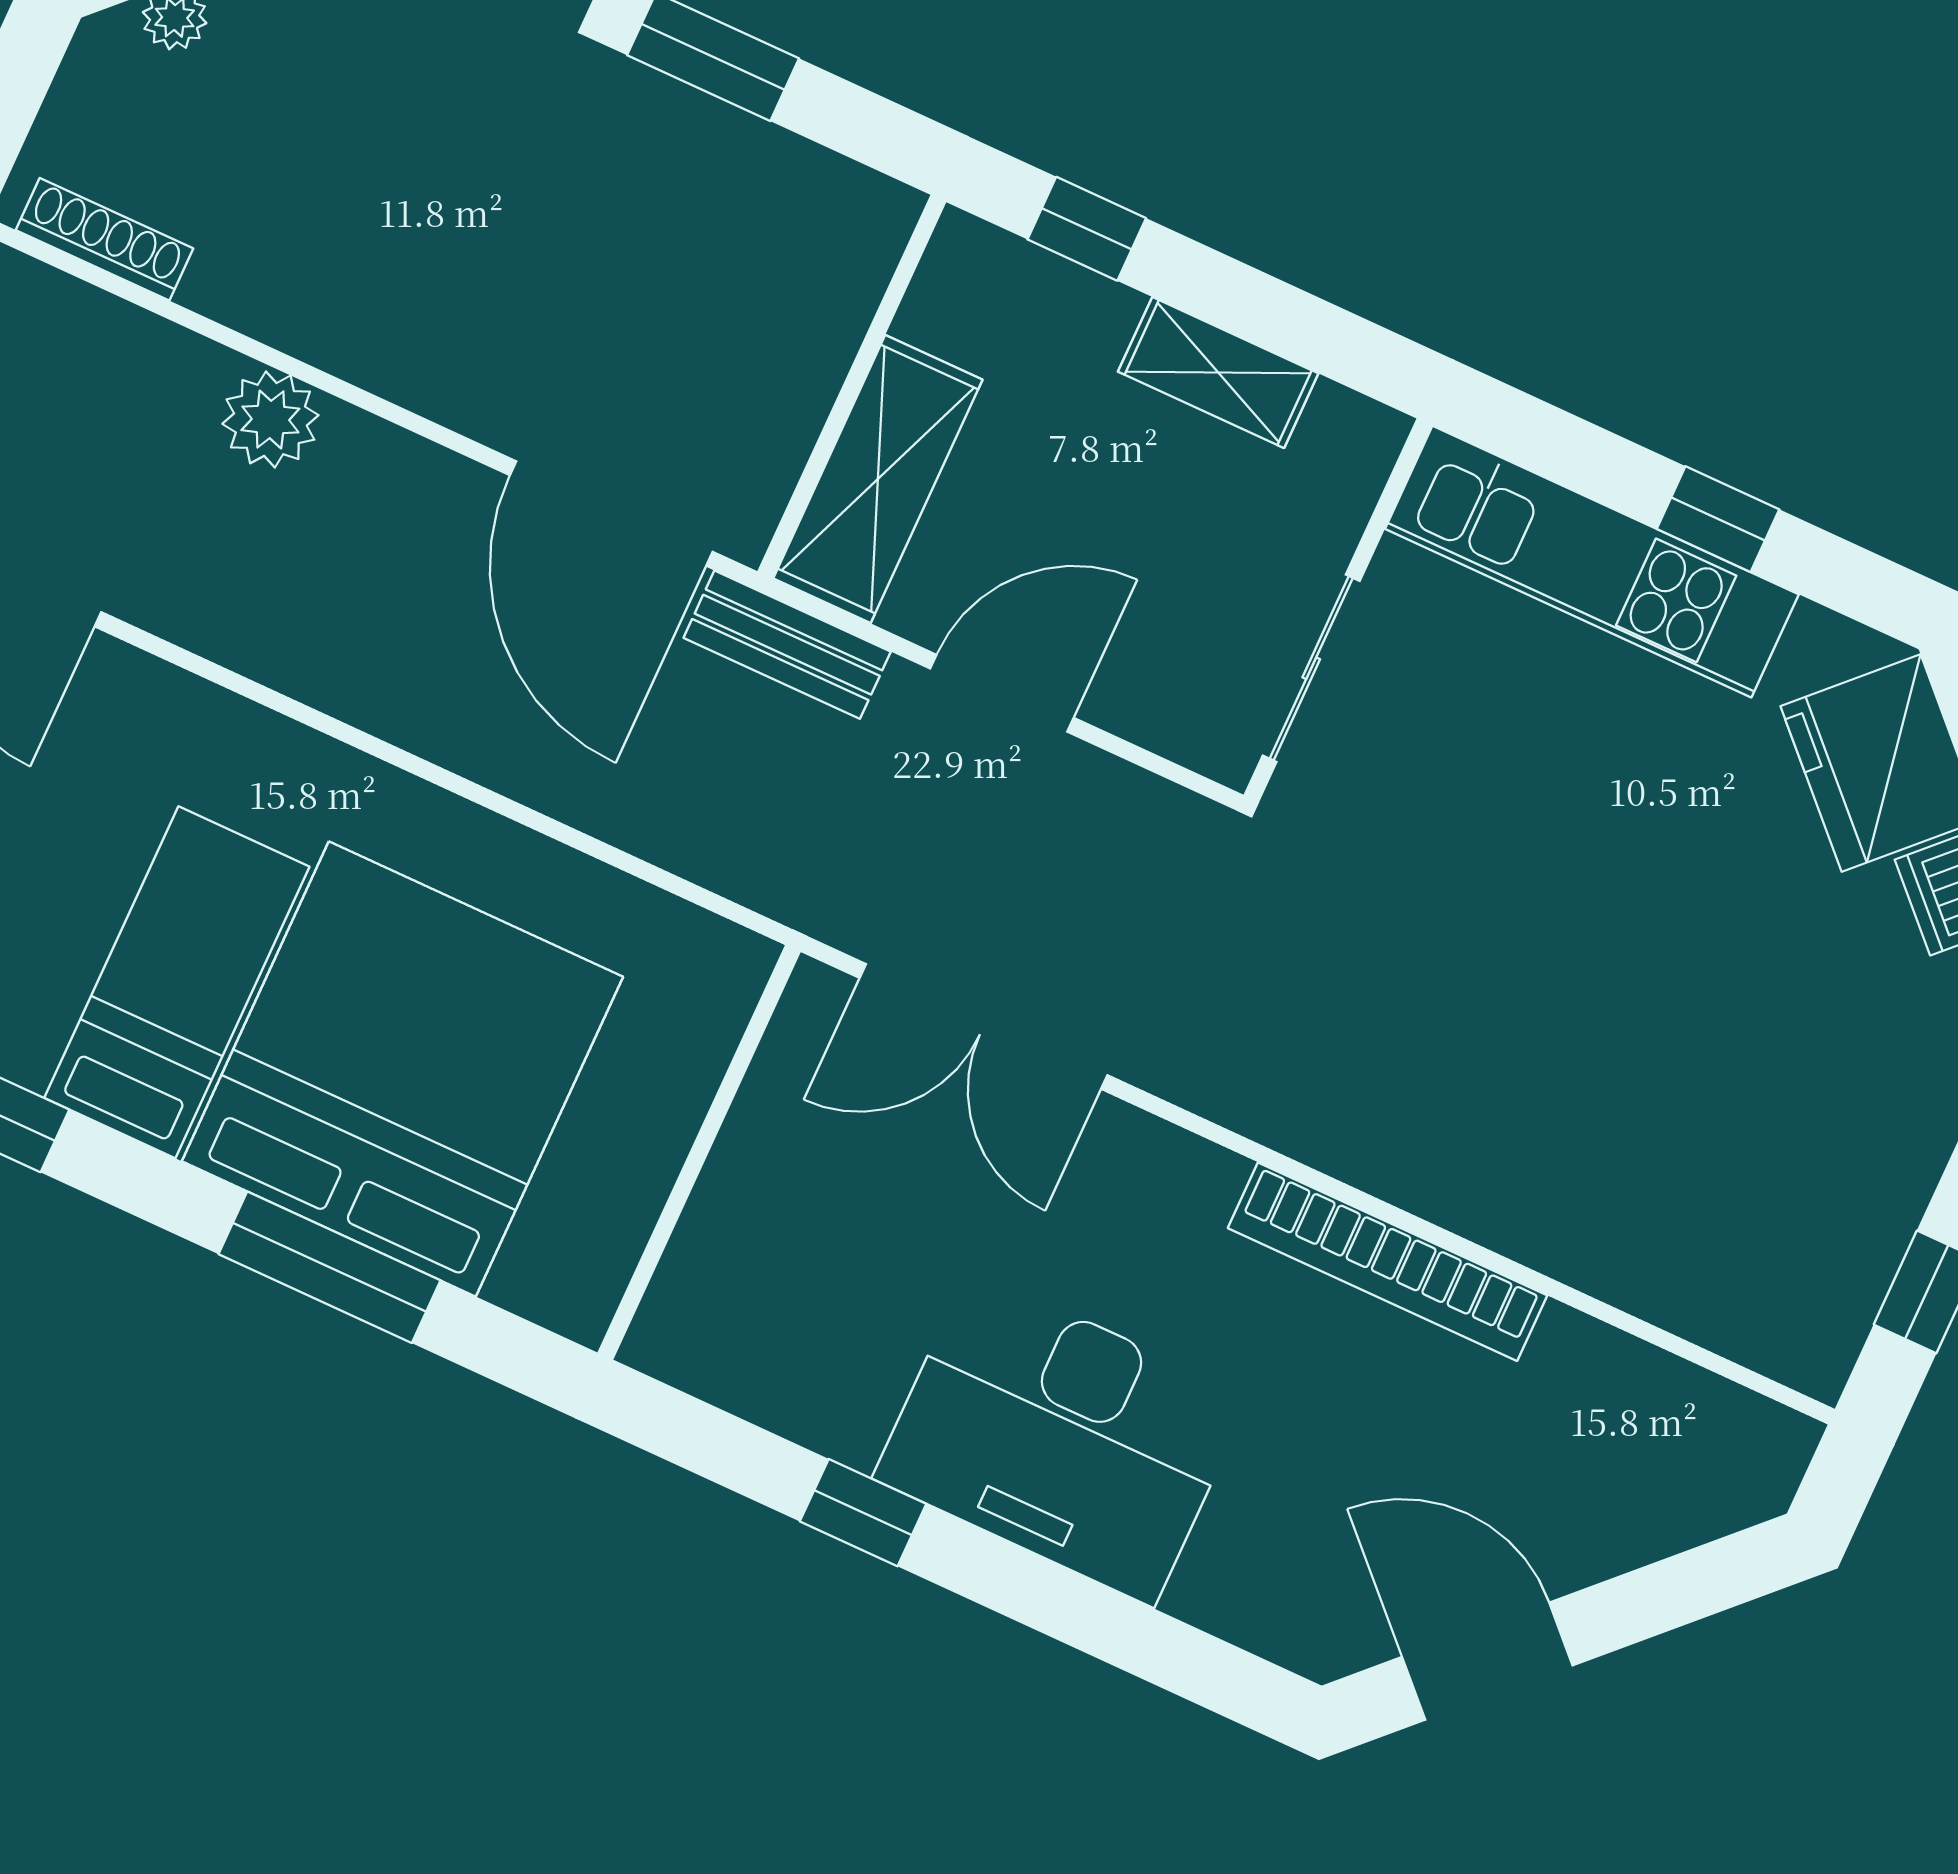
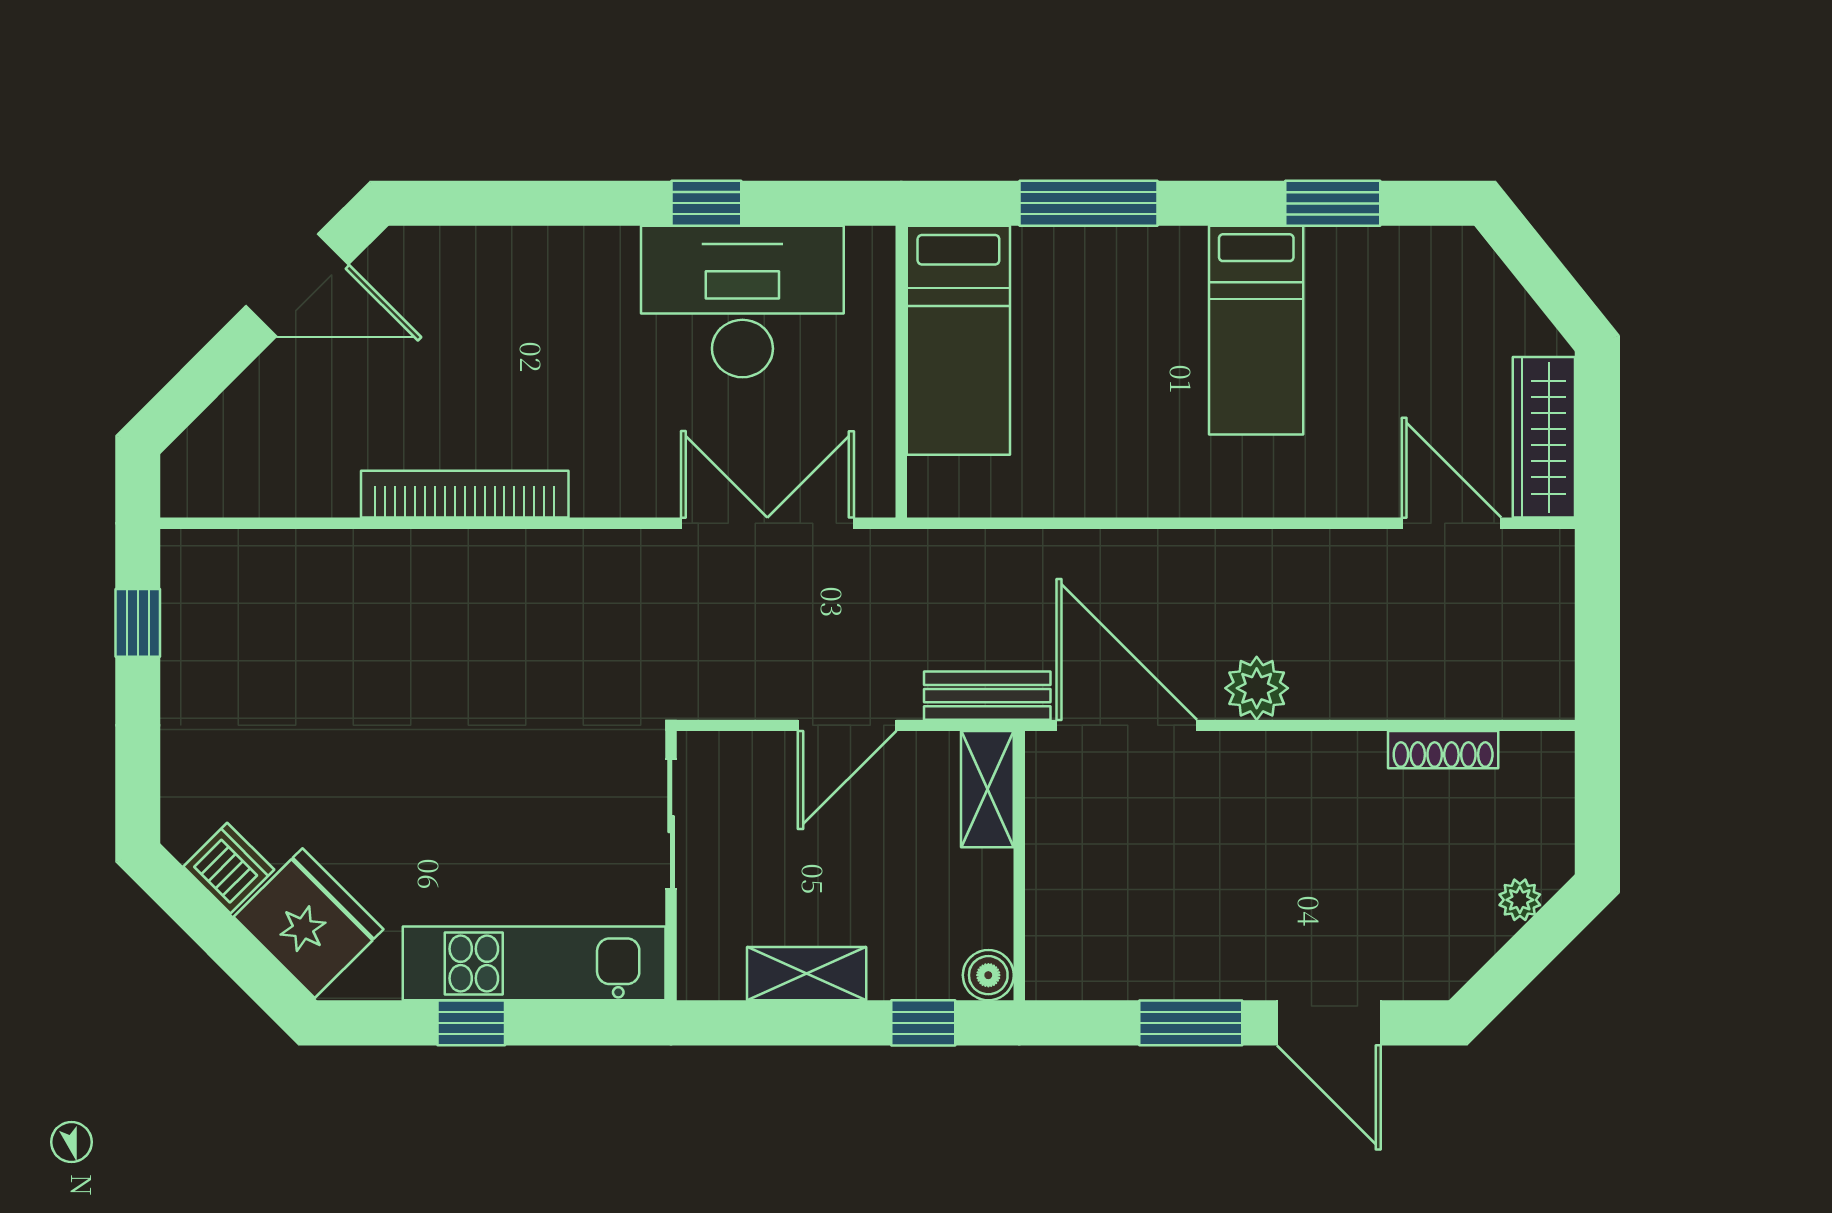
shoe rack: (105, 239) -> (1443, 750), moved
boiler: (965, 254) -> (988, 975), added
plant: (270, 419) -> (1257, 688), moved
shelving: (878, 479) -> (987, 789), width x0.67, depth x0.75
bed: (402, 1069) -> (958, 340), moved, width x0.49
desk: (1061, 1438) -> (742, 302), moved

